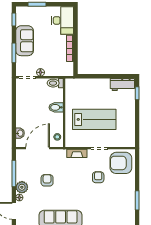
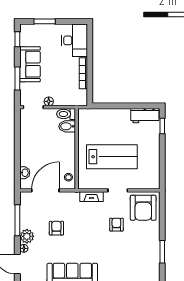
bidet: (56, 107) -> (67, 126), moved
armchair: (121, 163) -> (143, 208), turned -90

